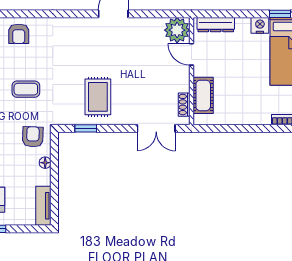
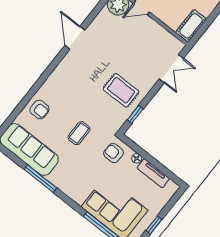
cot: (203, 95) -> (191, 26), moved, turned 90
shoe rack: (184, 105) -> (170, 38), removed
tv unit: (43, 206) -> (153, 173), moved

